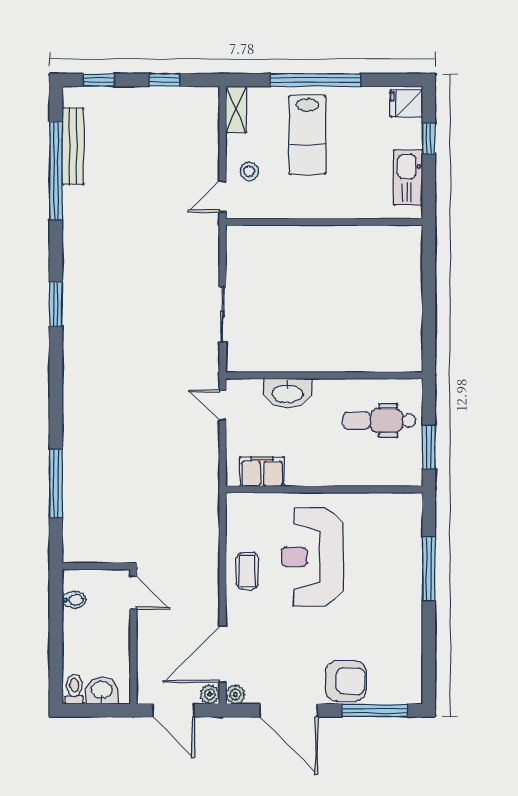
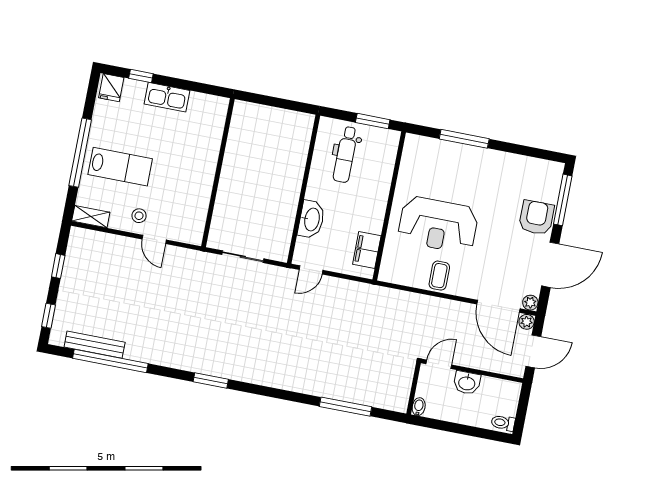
wall: (324, 222) -> (218, 173), moved
coffee table: (247, 571) -> (439, 276), turned 90
bidet: (74, 600) -> (419, 407), moved
washbasin: (102, 691) -> (467, 383), moved, turned -90

